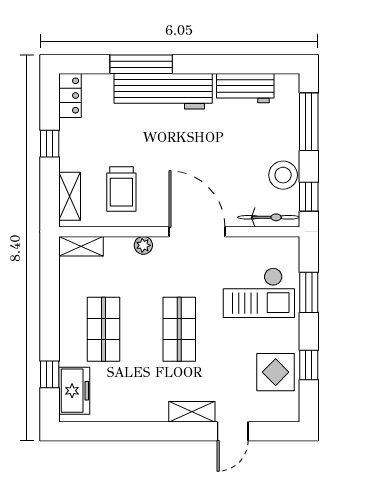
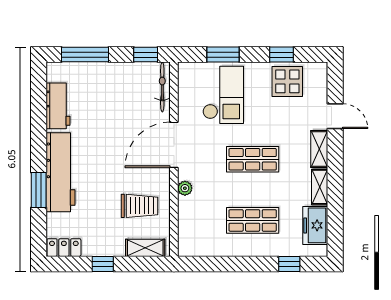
window: (141, 64) -> (39, 190), width x0.69
stool: (283, 175) -> (128, 75), removed
shelving: (81, 246) -> (320, 187), moved
freezer: (74, 391) -> (315, 225), moved, turned -90

